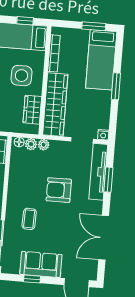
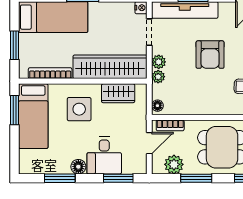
window: (25, 21) -> (14, 110), width x1.50
window: (94, 26) -> (14, 45), moved
plant: (31, 144) -> (159, 62), moved

